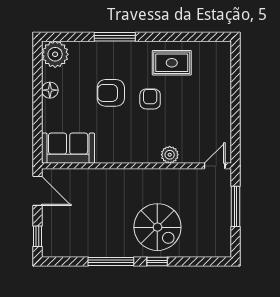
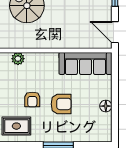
plant: (55, 54) -> (102, 132), removed
sofa: (68, 148) -> (85, 63), width x1.36

